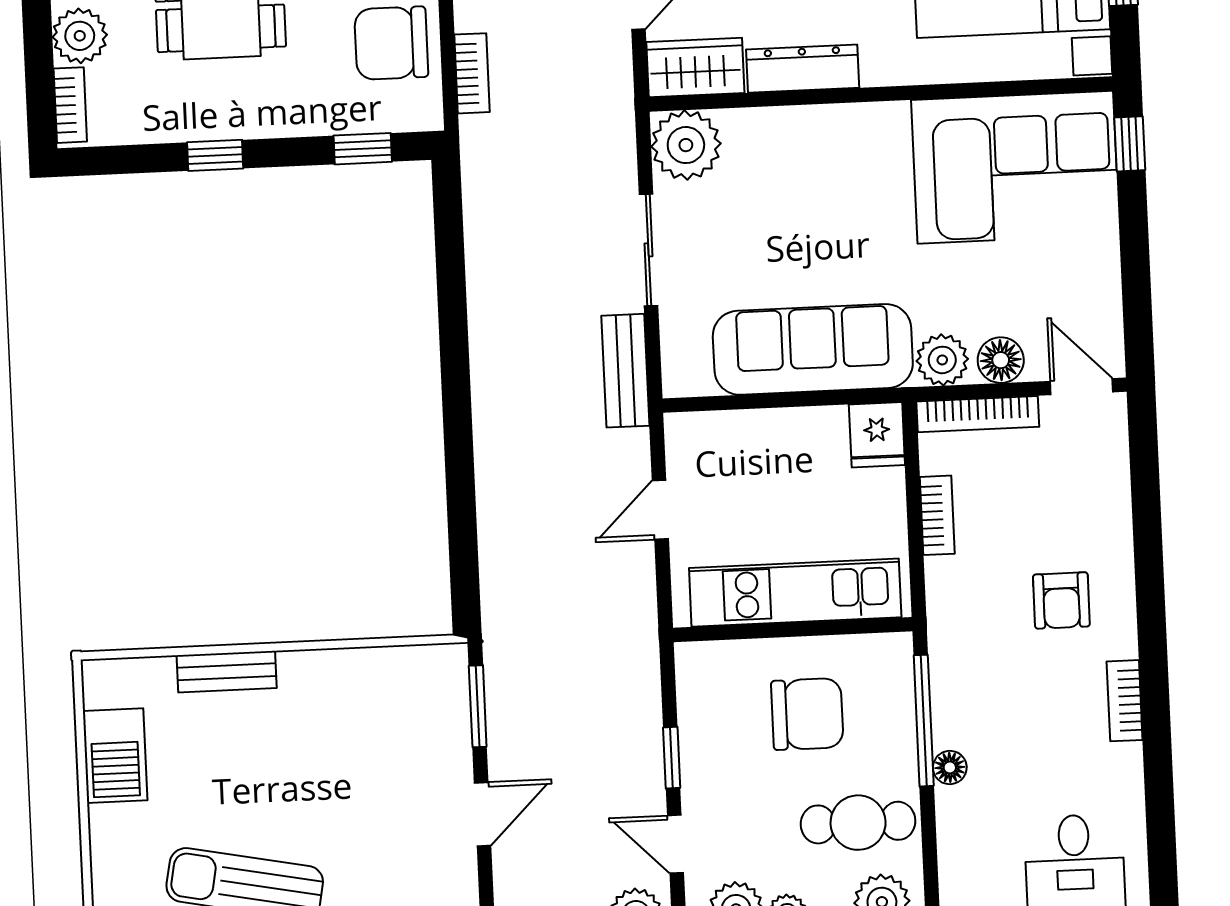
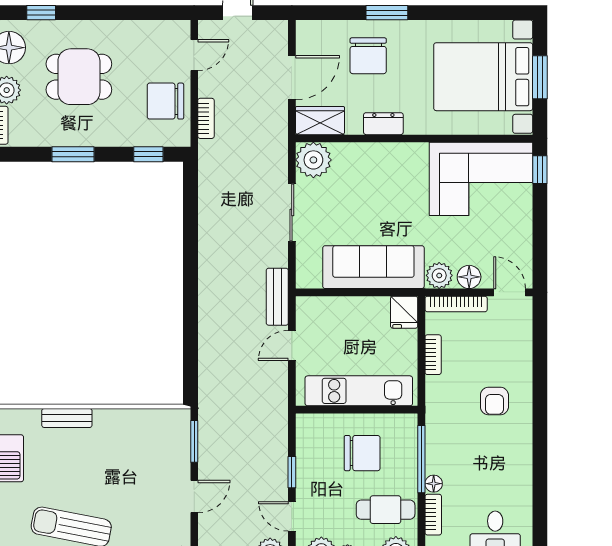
dresser: (803, 69) -> (383, 124), width x0.70
window: (215, 155) -> (73, 154), width x1.50
bench: (625, 371) -> (277, 297), moved
bookcase: (1125, 701) -> (433, 515), moved, turned 180

